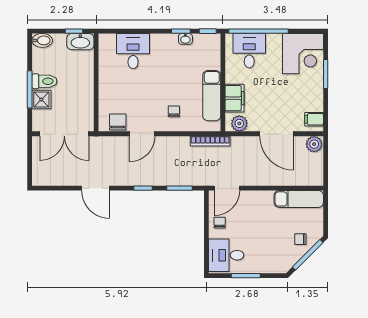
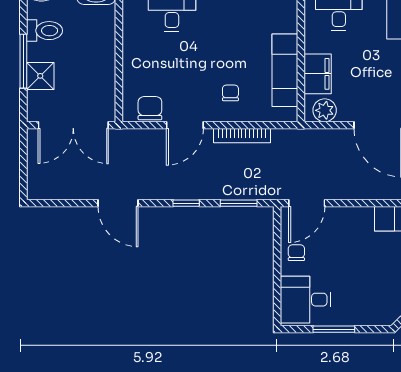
toilet: (44, 81) -> (44, 31), moved
bookcase: (210, 141) -> (242, 136), moved

